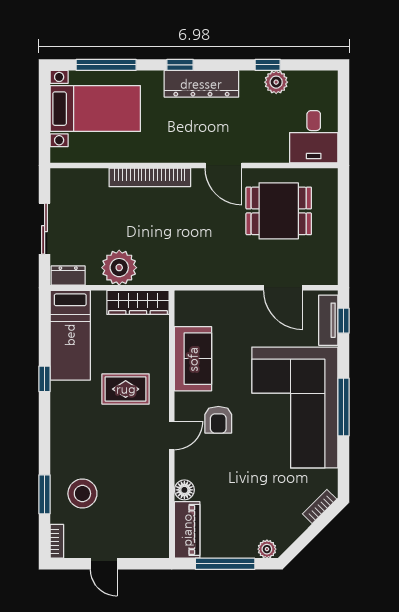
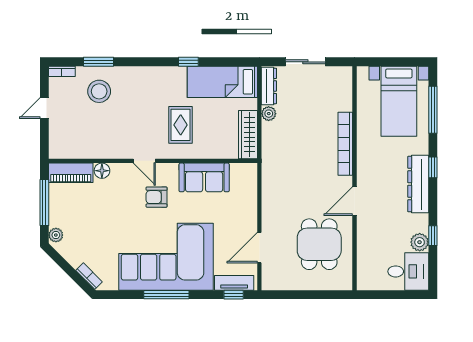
desk: (314, 137) -> (408, 271), moved, turned 180
plant: (119, 268) -> (269, 114), width x0.53, depth x0.53
dresser: (68, 276) -> (269, 86), width x1.44

